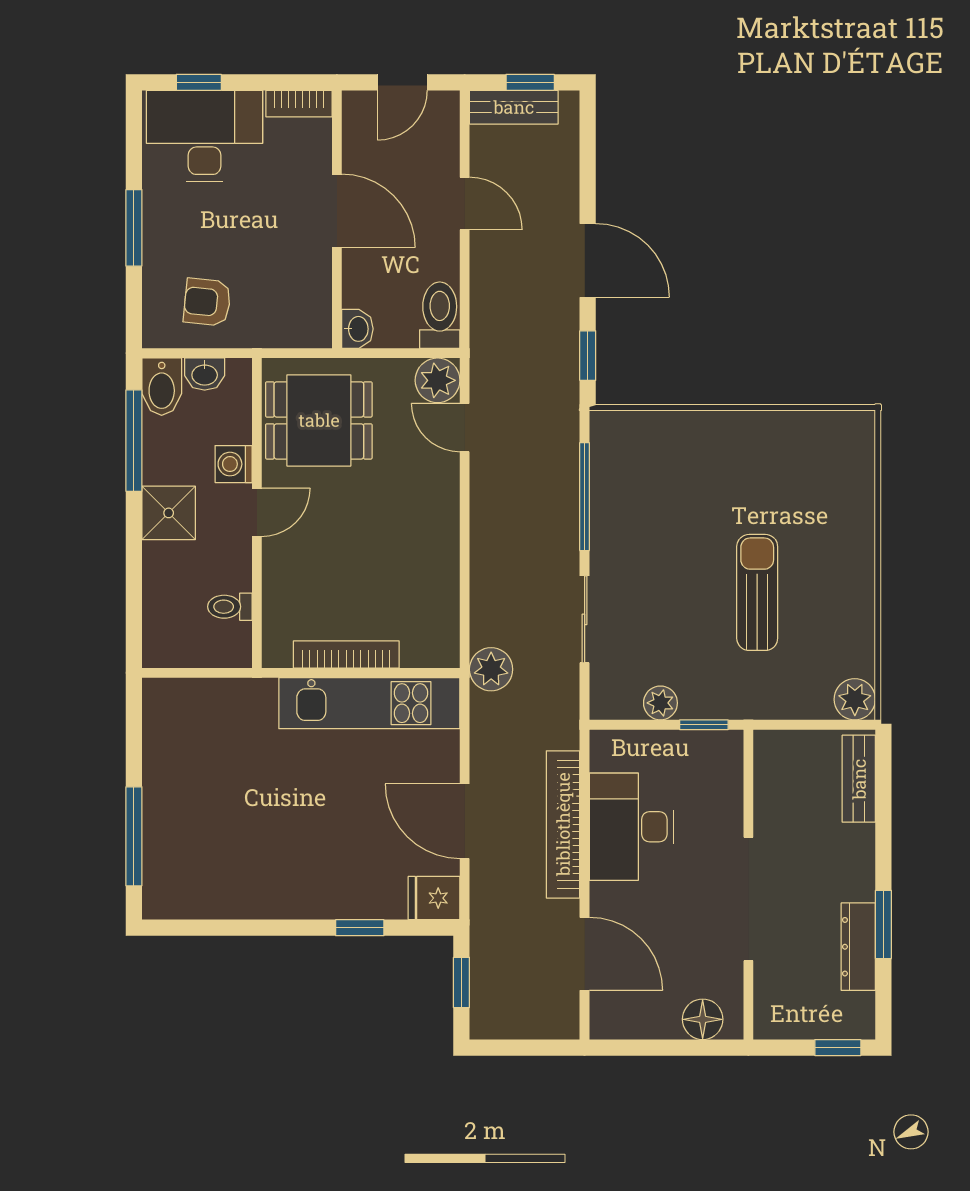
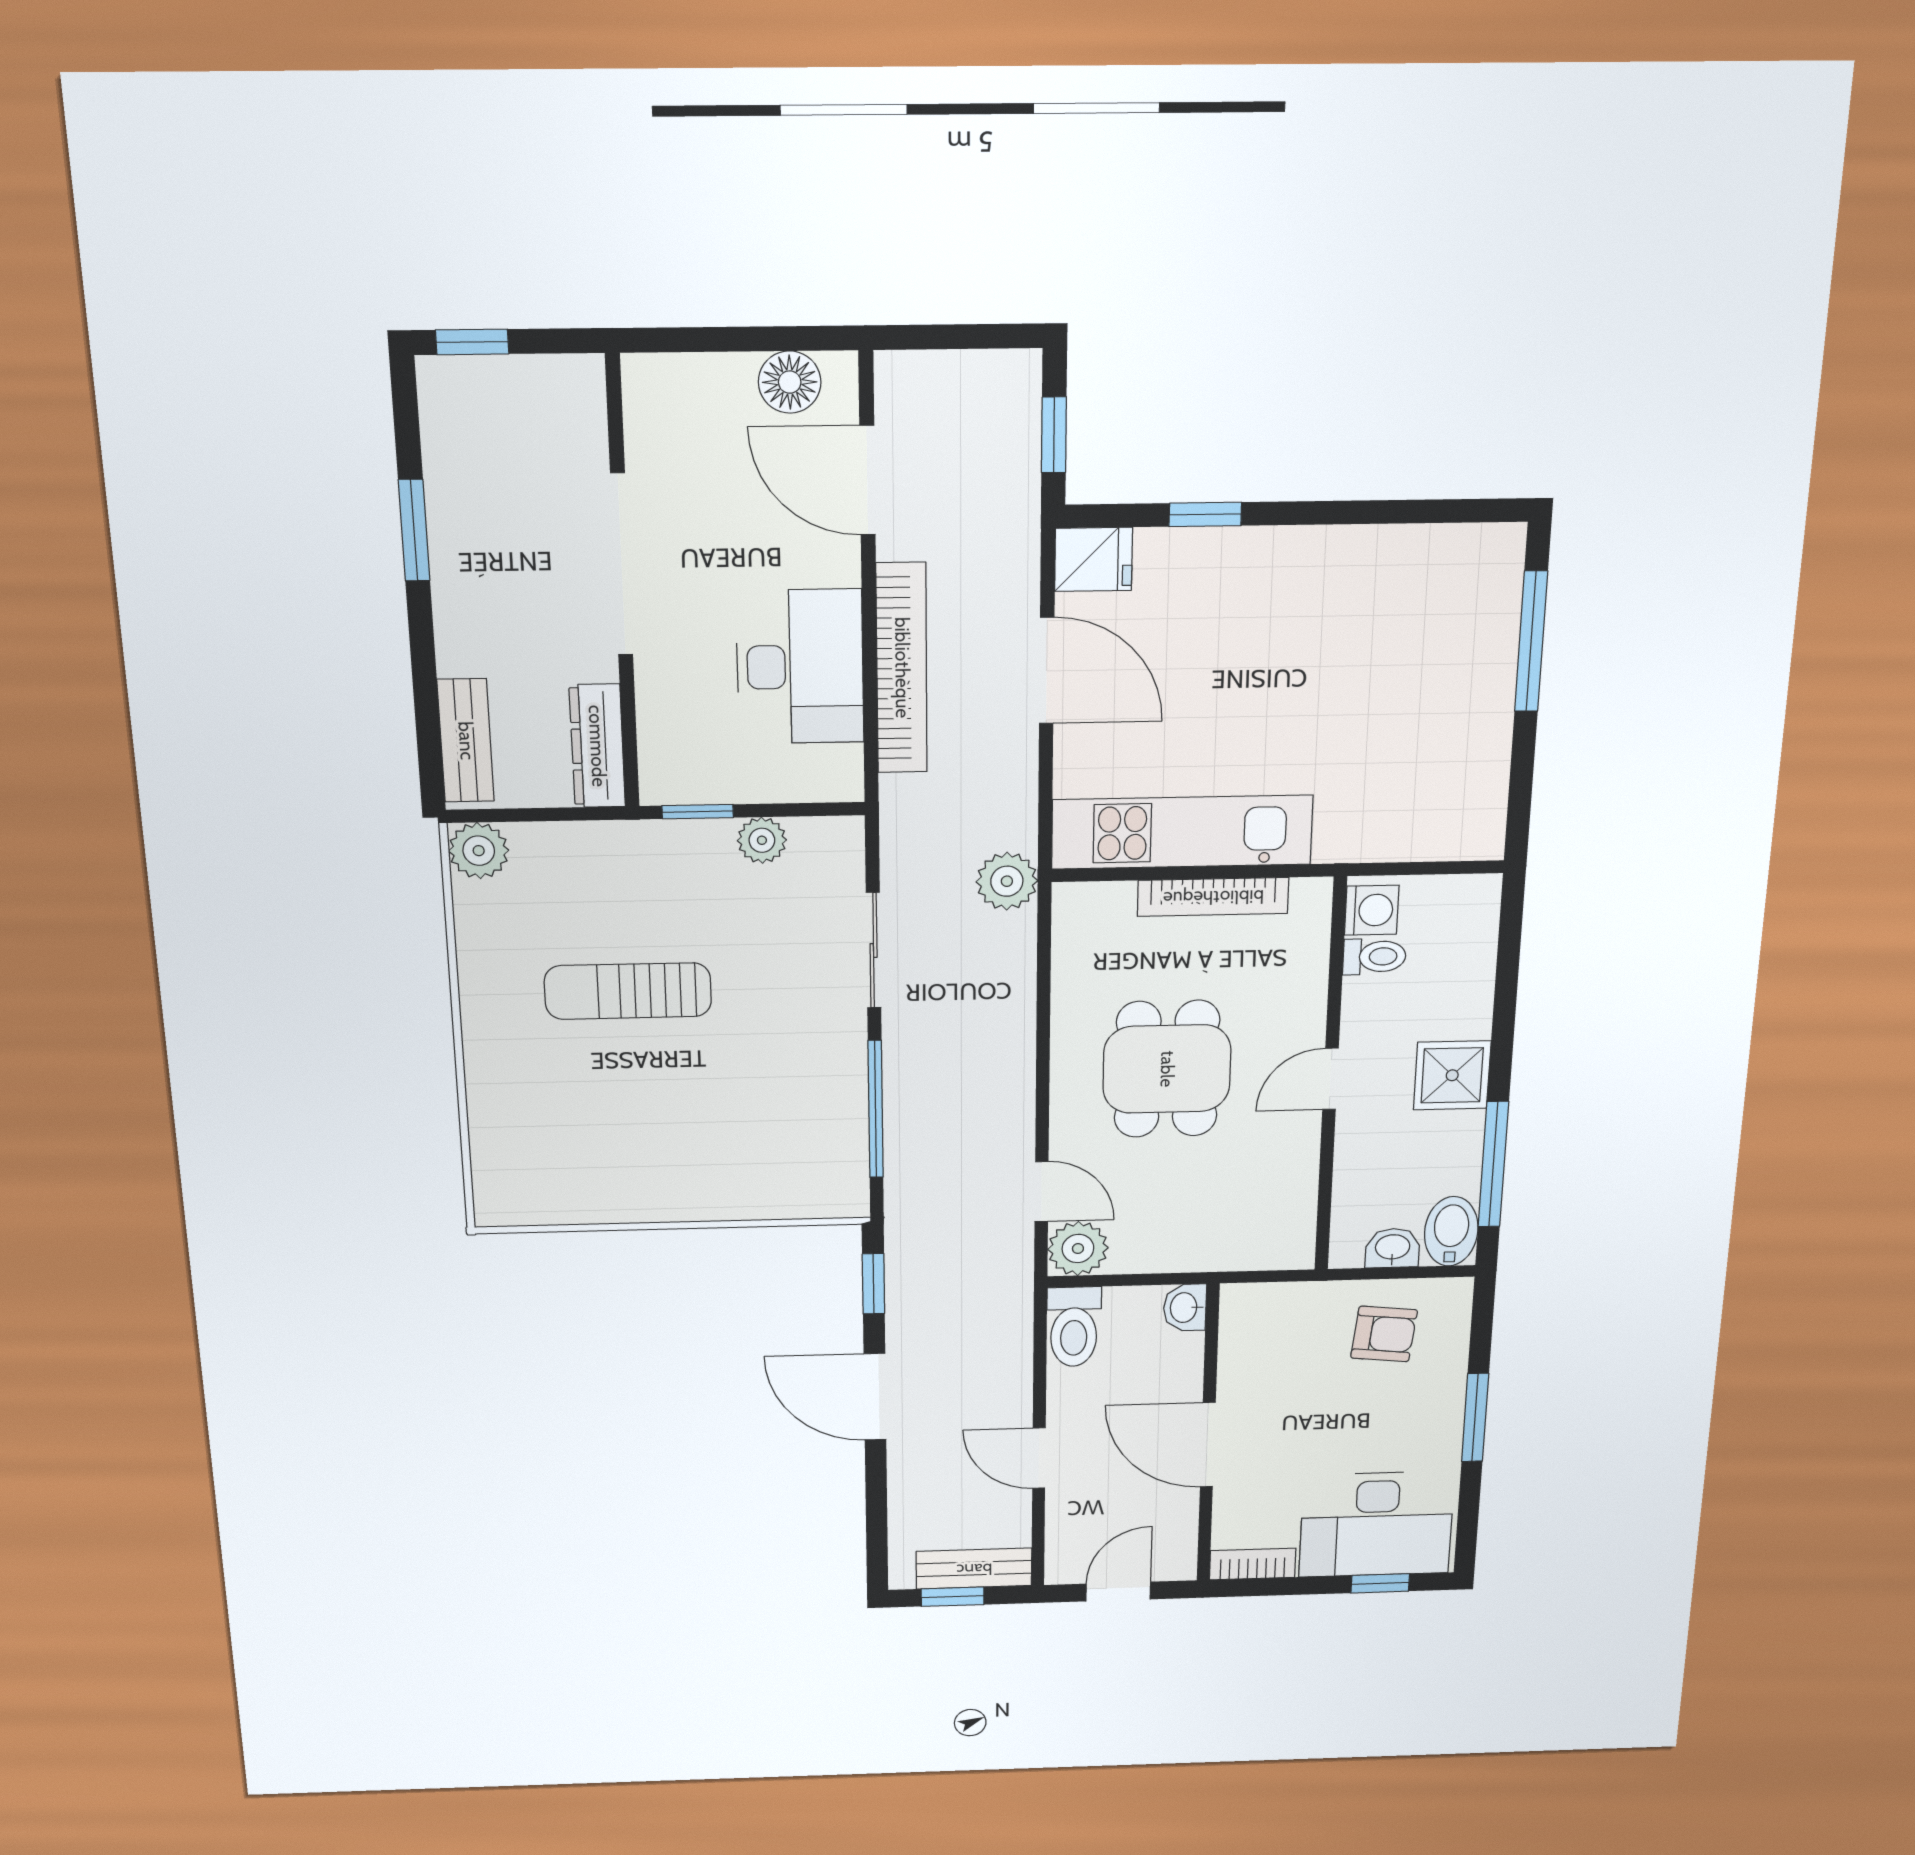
dining table: (319, 420) -> (1167, 1069), moved, turned 90
washing machine: (234, 464) -> (1372, 910), moved
sun lounger: (757, 592) -> (628, 991), turned 90
dresser: (858, 947) -> (597, 746), moved, turned 180
floor lamp: (703, 1019) -> (790, 382), moved

